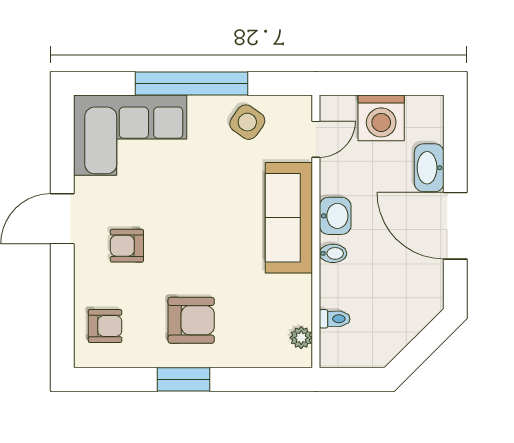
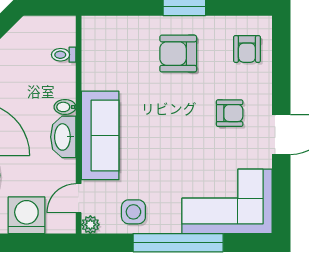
side table: (247, 122) -> (133, 212), turned -35
washbasin: (335, 216) -> (63, 137), width x1.38
armchair: (105, 326) -> (247, 49), turned -90
plant: (301, 338) -> (90, 225), moved

